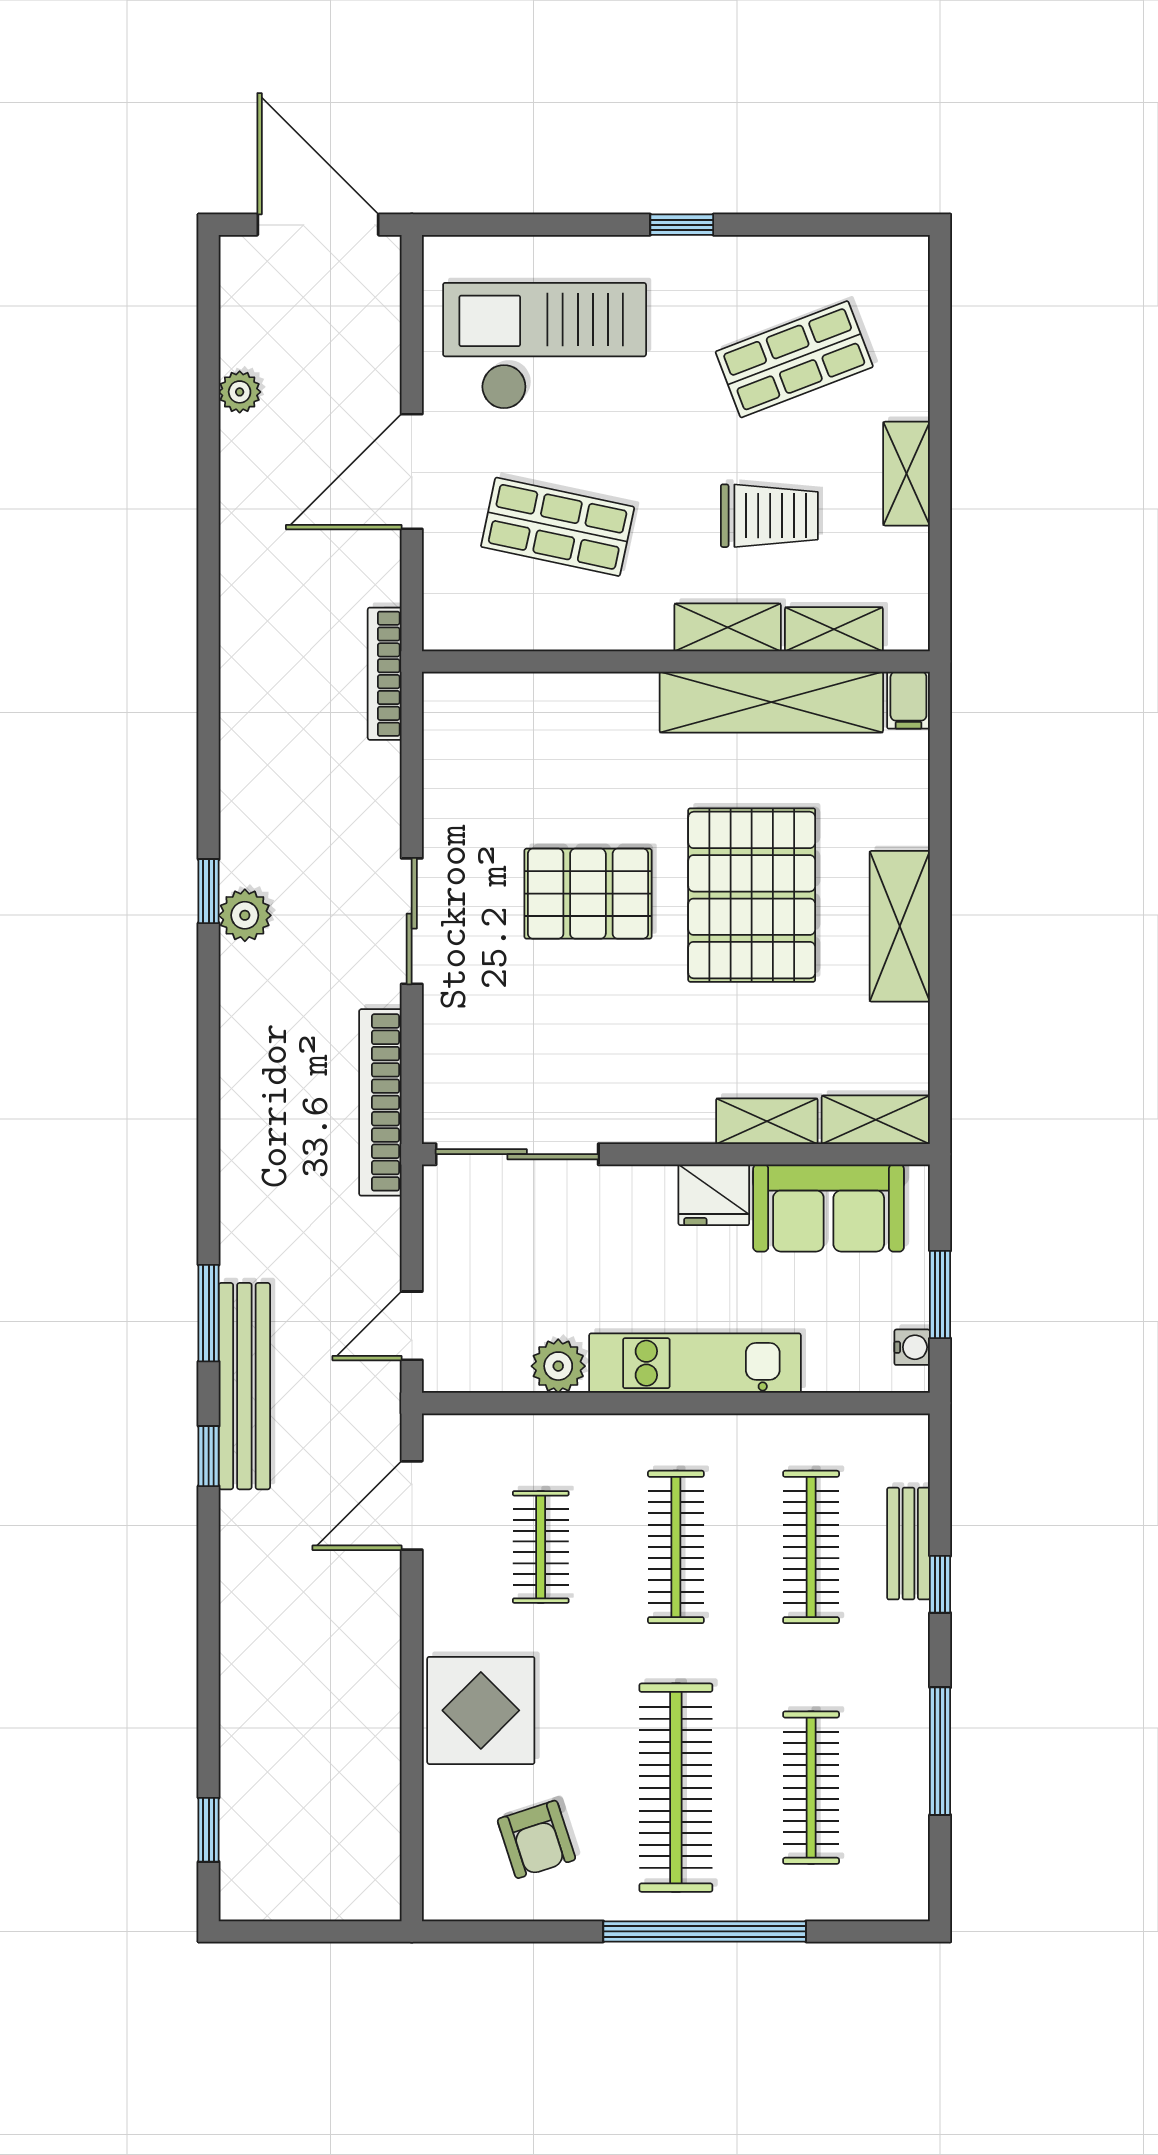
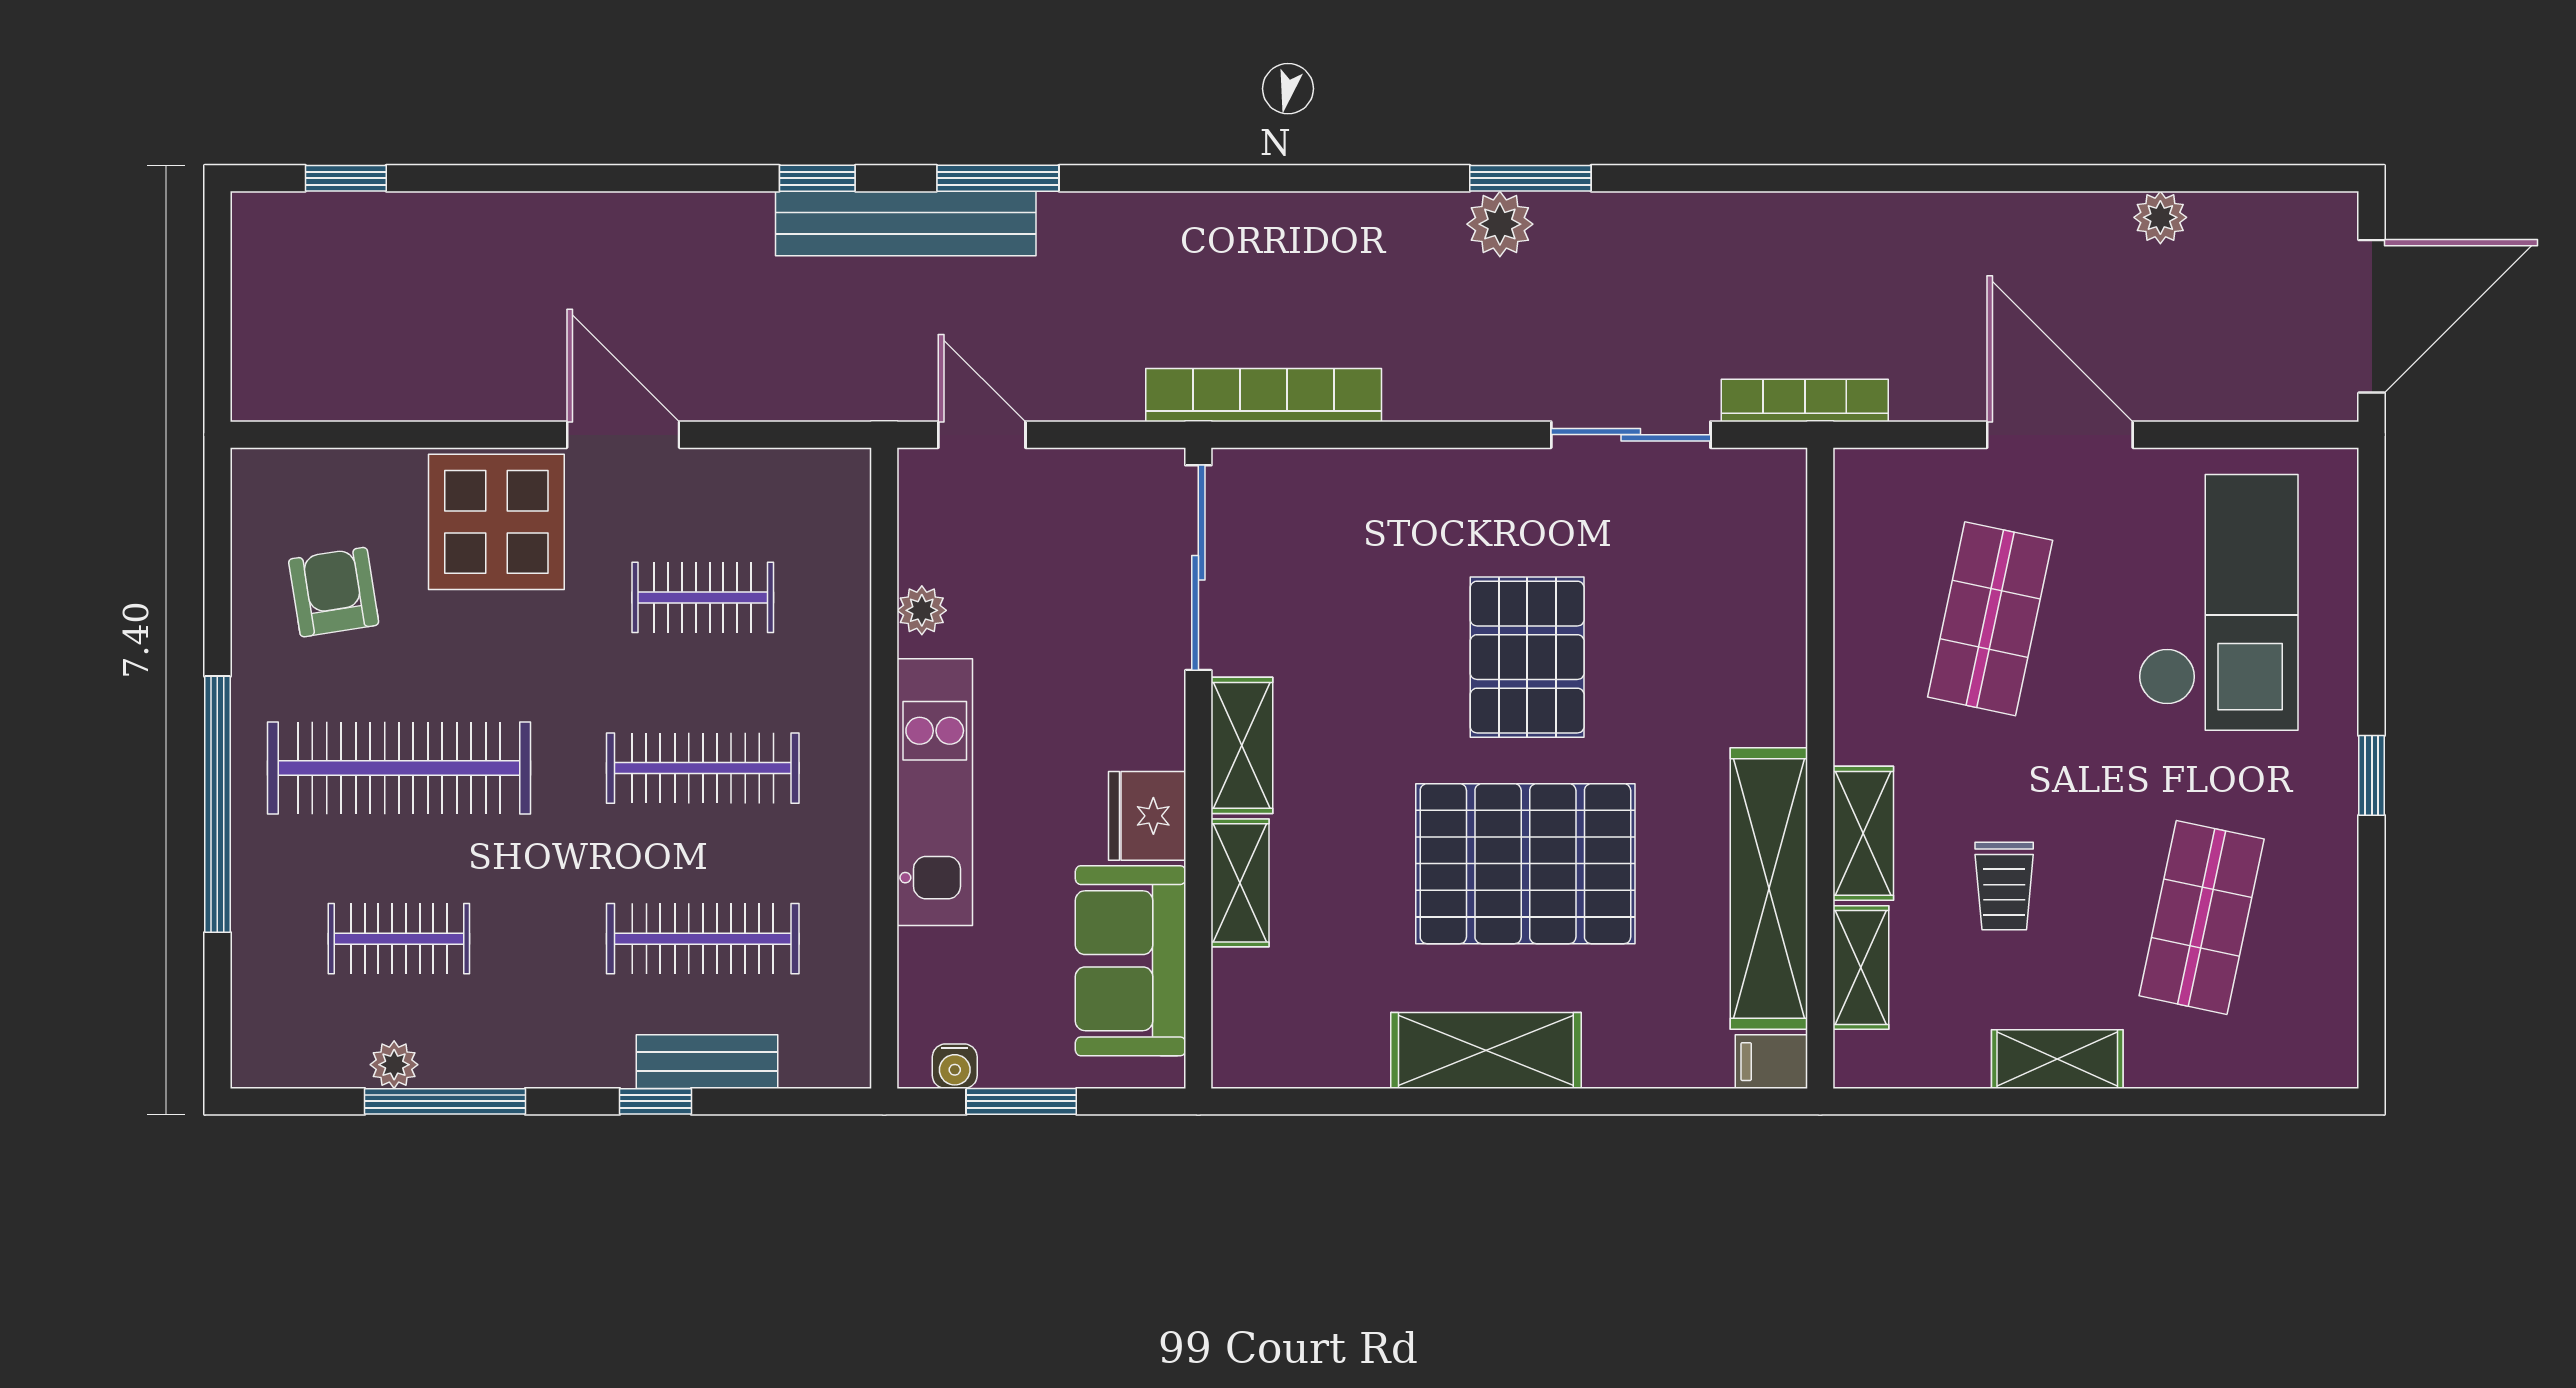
shop shelf: (794, 359) -> (2202, 917), turned 33
trolley: (769, 516) -> (2004, 886), width x0.73, depth x0.72
window: (209, 891) -> (1530, 178), width x1.50
sliding door: (412, 921) -> (1631, 435), moved
shelving: (876, 1120) -> (1242, 745), moved
plant: (558, 1366) -> (922, 610), width x0.73, depth x0.73
door: (412, 1505) -> (623, 435), moved
clothes rail: (811, 1788) -> (399, 939), width x0.73
plant: (911, 1792) -> (394, 1065), added
armchair: (536, 1839) -> (334, 592), turned 99

